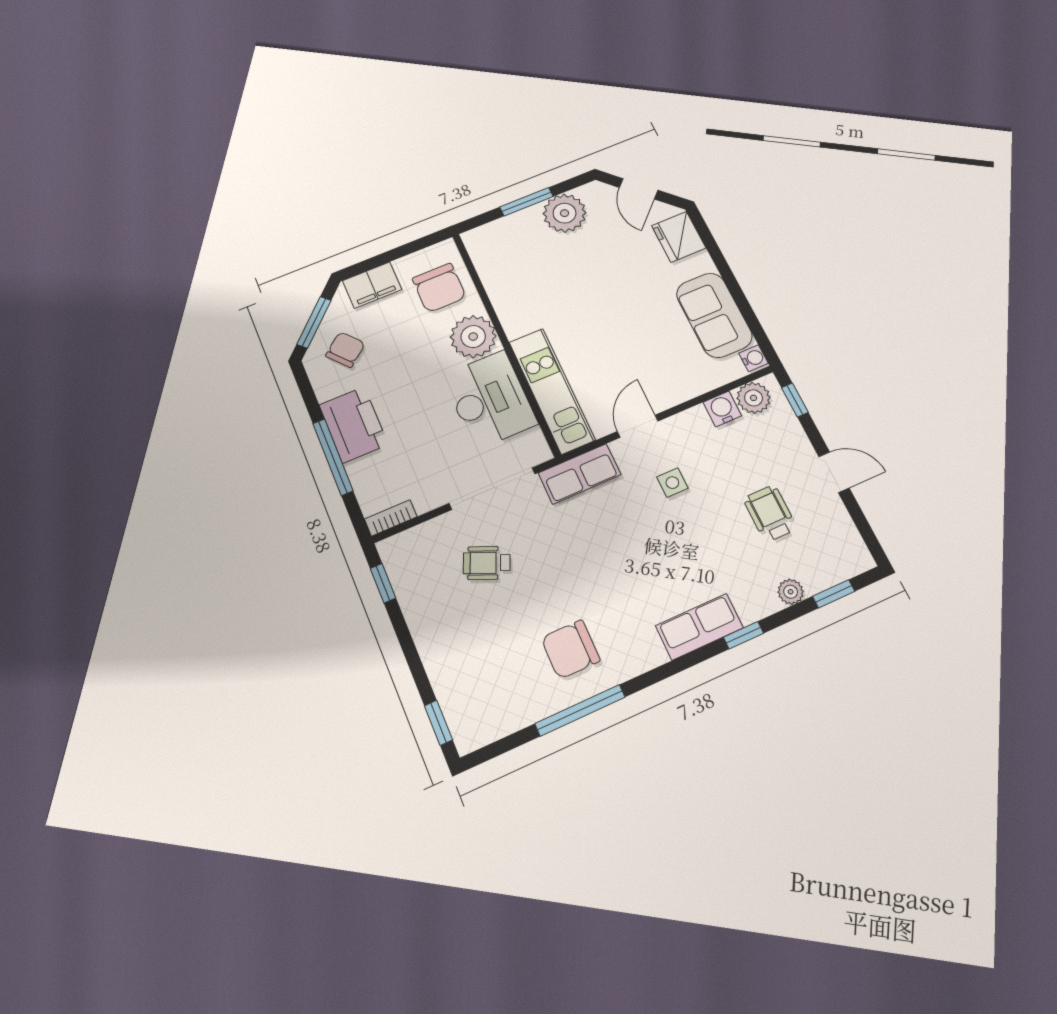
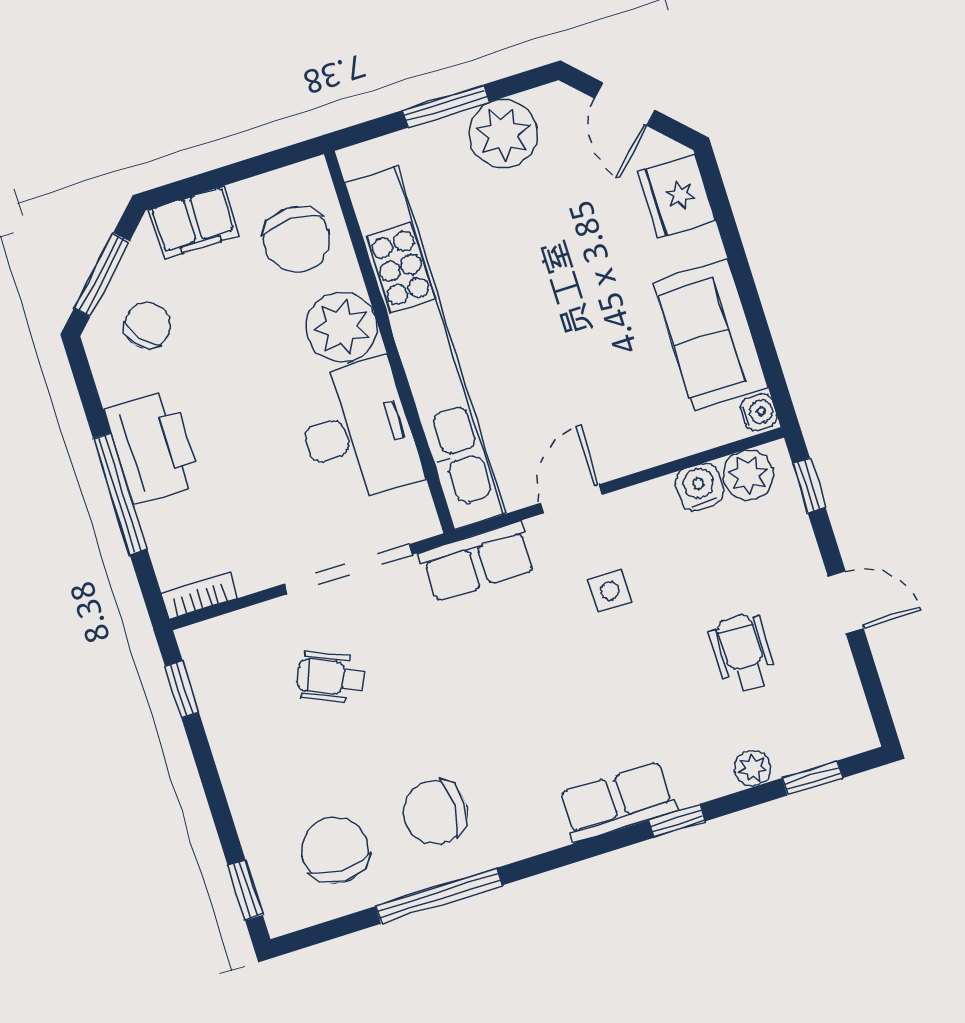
kitchen unit: (552, 391) -> (426, 348), width x1.86
chair: (501, 685) -> (335, 850), added

